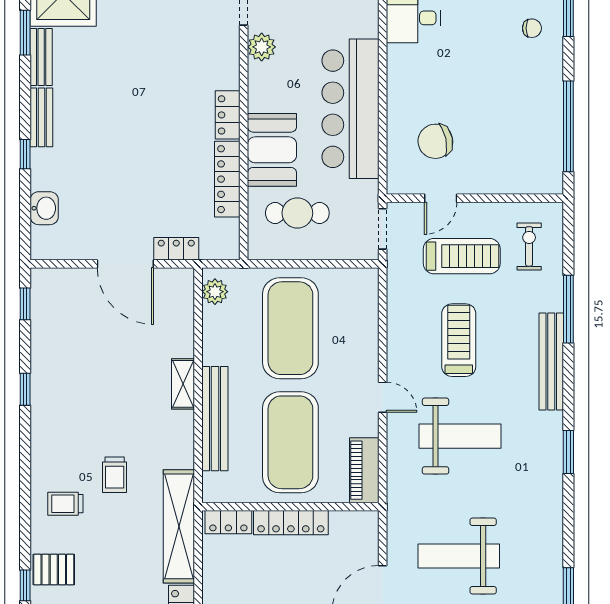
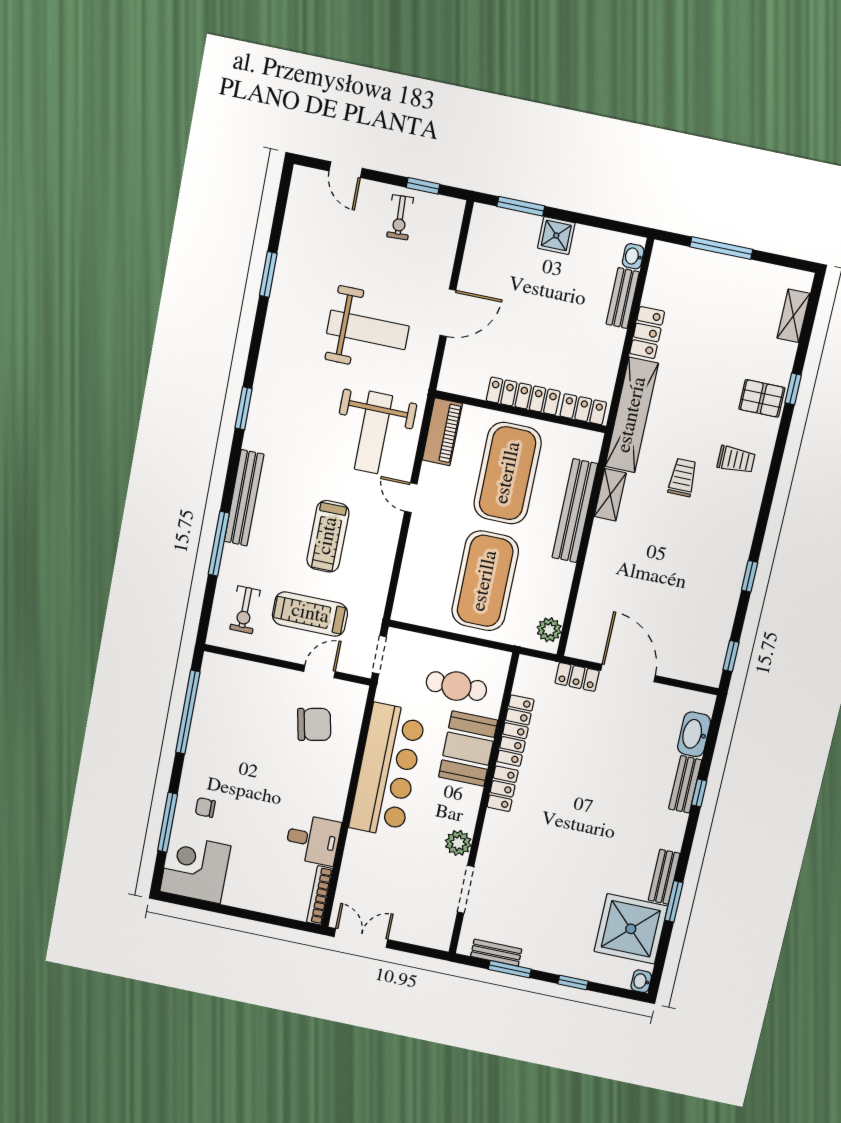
bench: (41, 117) -> (685, 784), moved
washbasin: (44, 208) -> (694, 734), width x1.38
shelving: (183, 384) -> (610, 495), moved
weight bench: (460, 436) -> (373, 433), moved, turned -90

